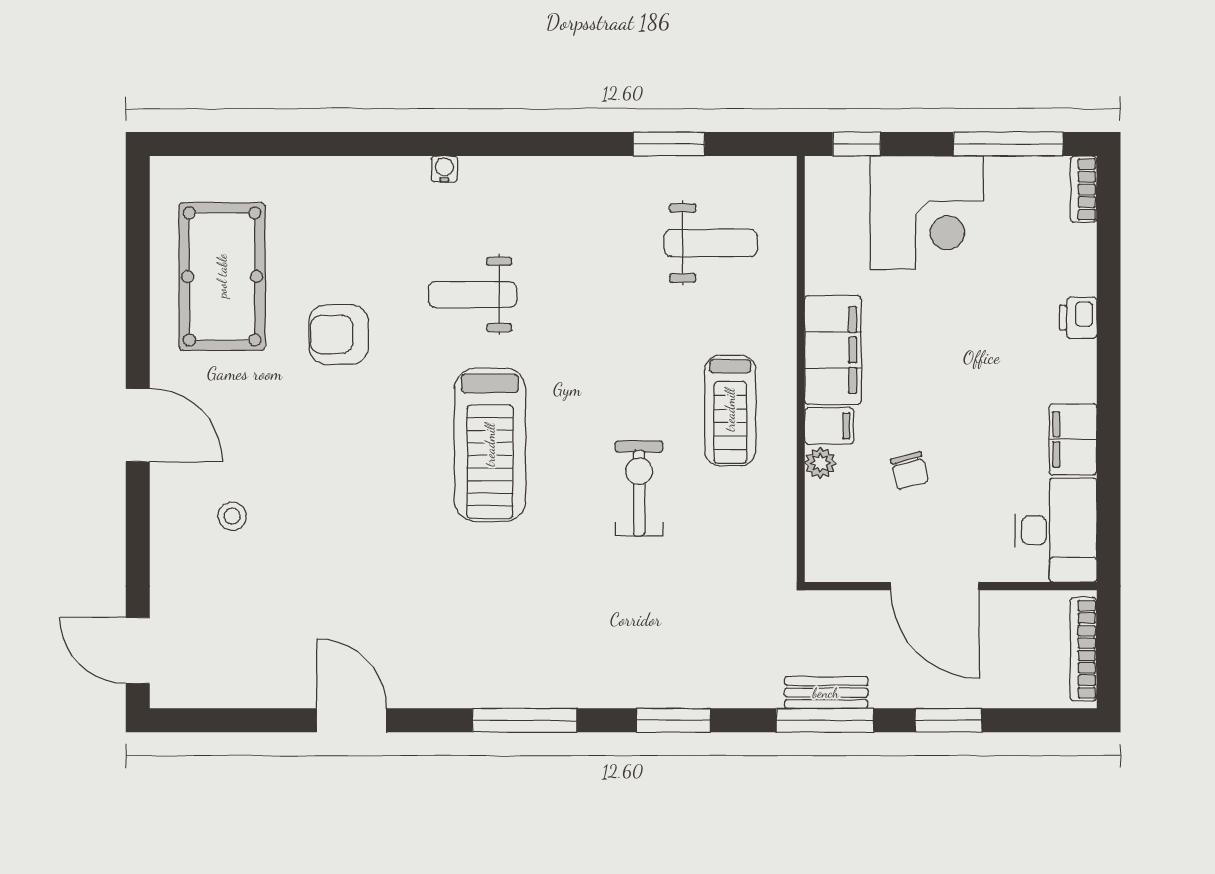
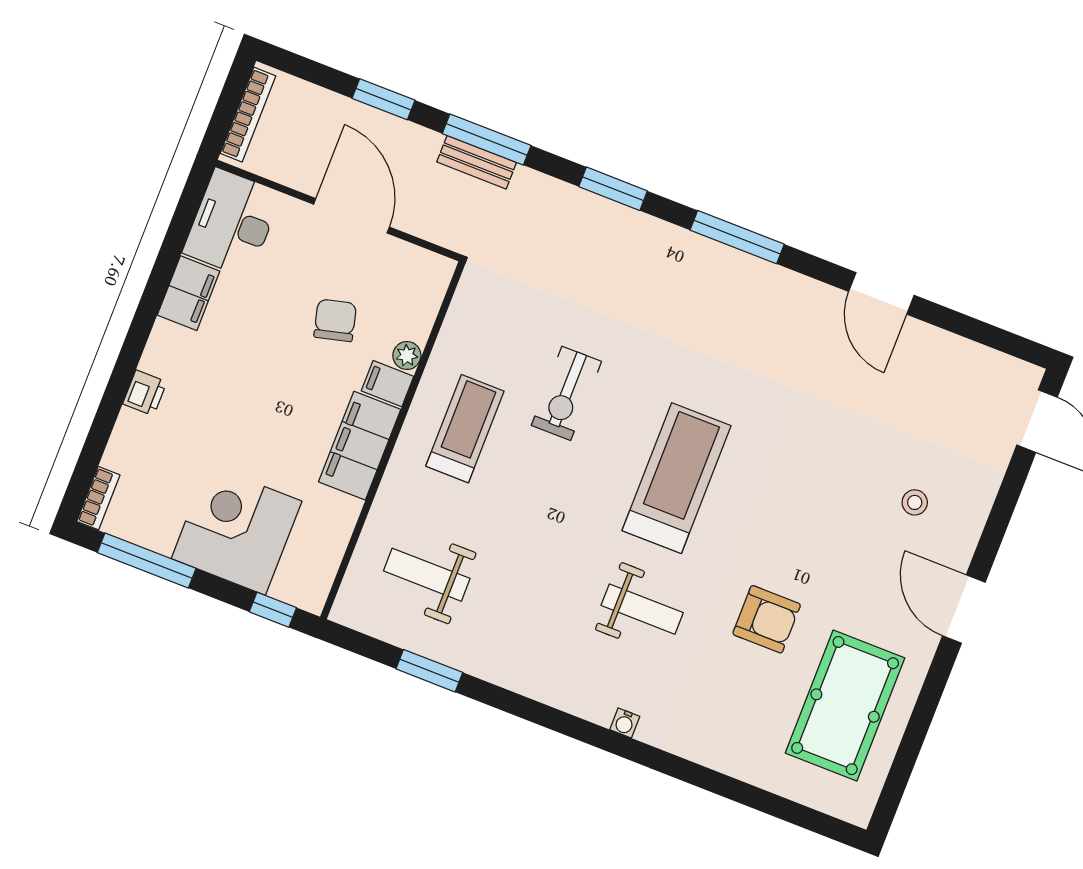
chair: (909, 471) -> (335, 320), width x1.37, depth x1.37

